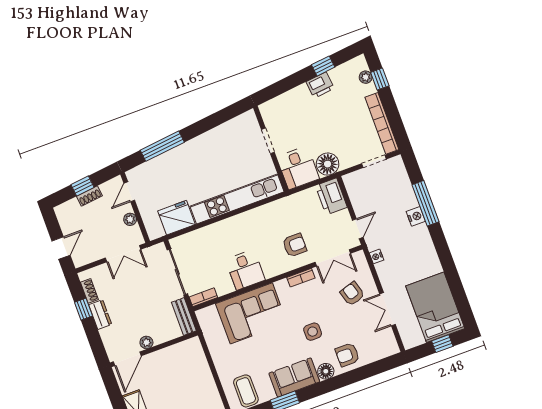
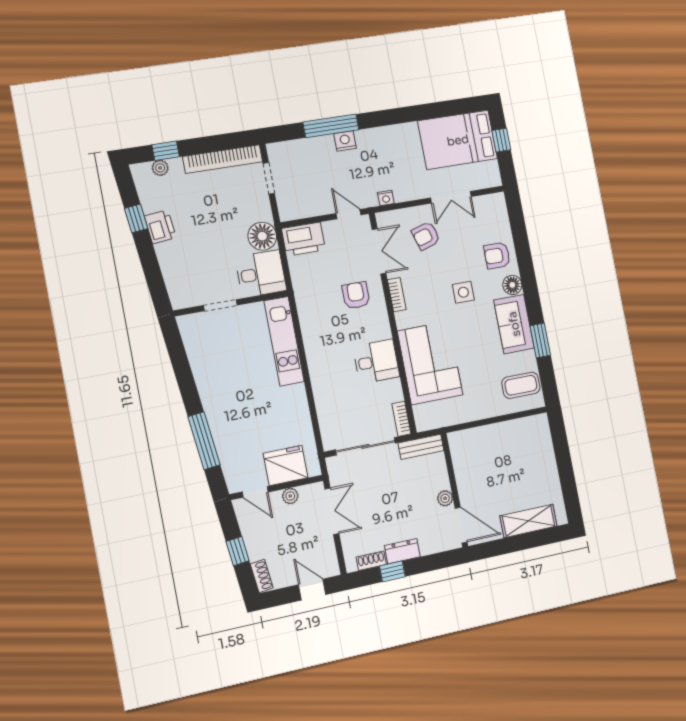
shoe rack: (89, 196) -> (262, 576), moved
kitchen unit: (237, 199) -> (284, 341), width x0.73
fridge: (176, 218) -> (286, 465), moved, turned 90
armchair: (347, 355) -> (497, 256), turned 90

